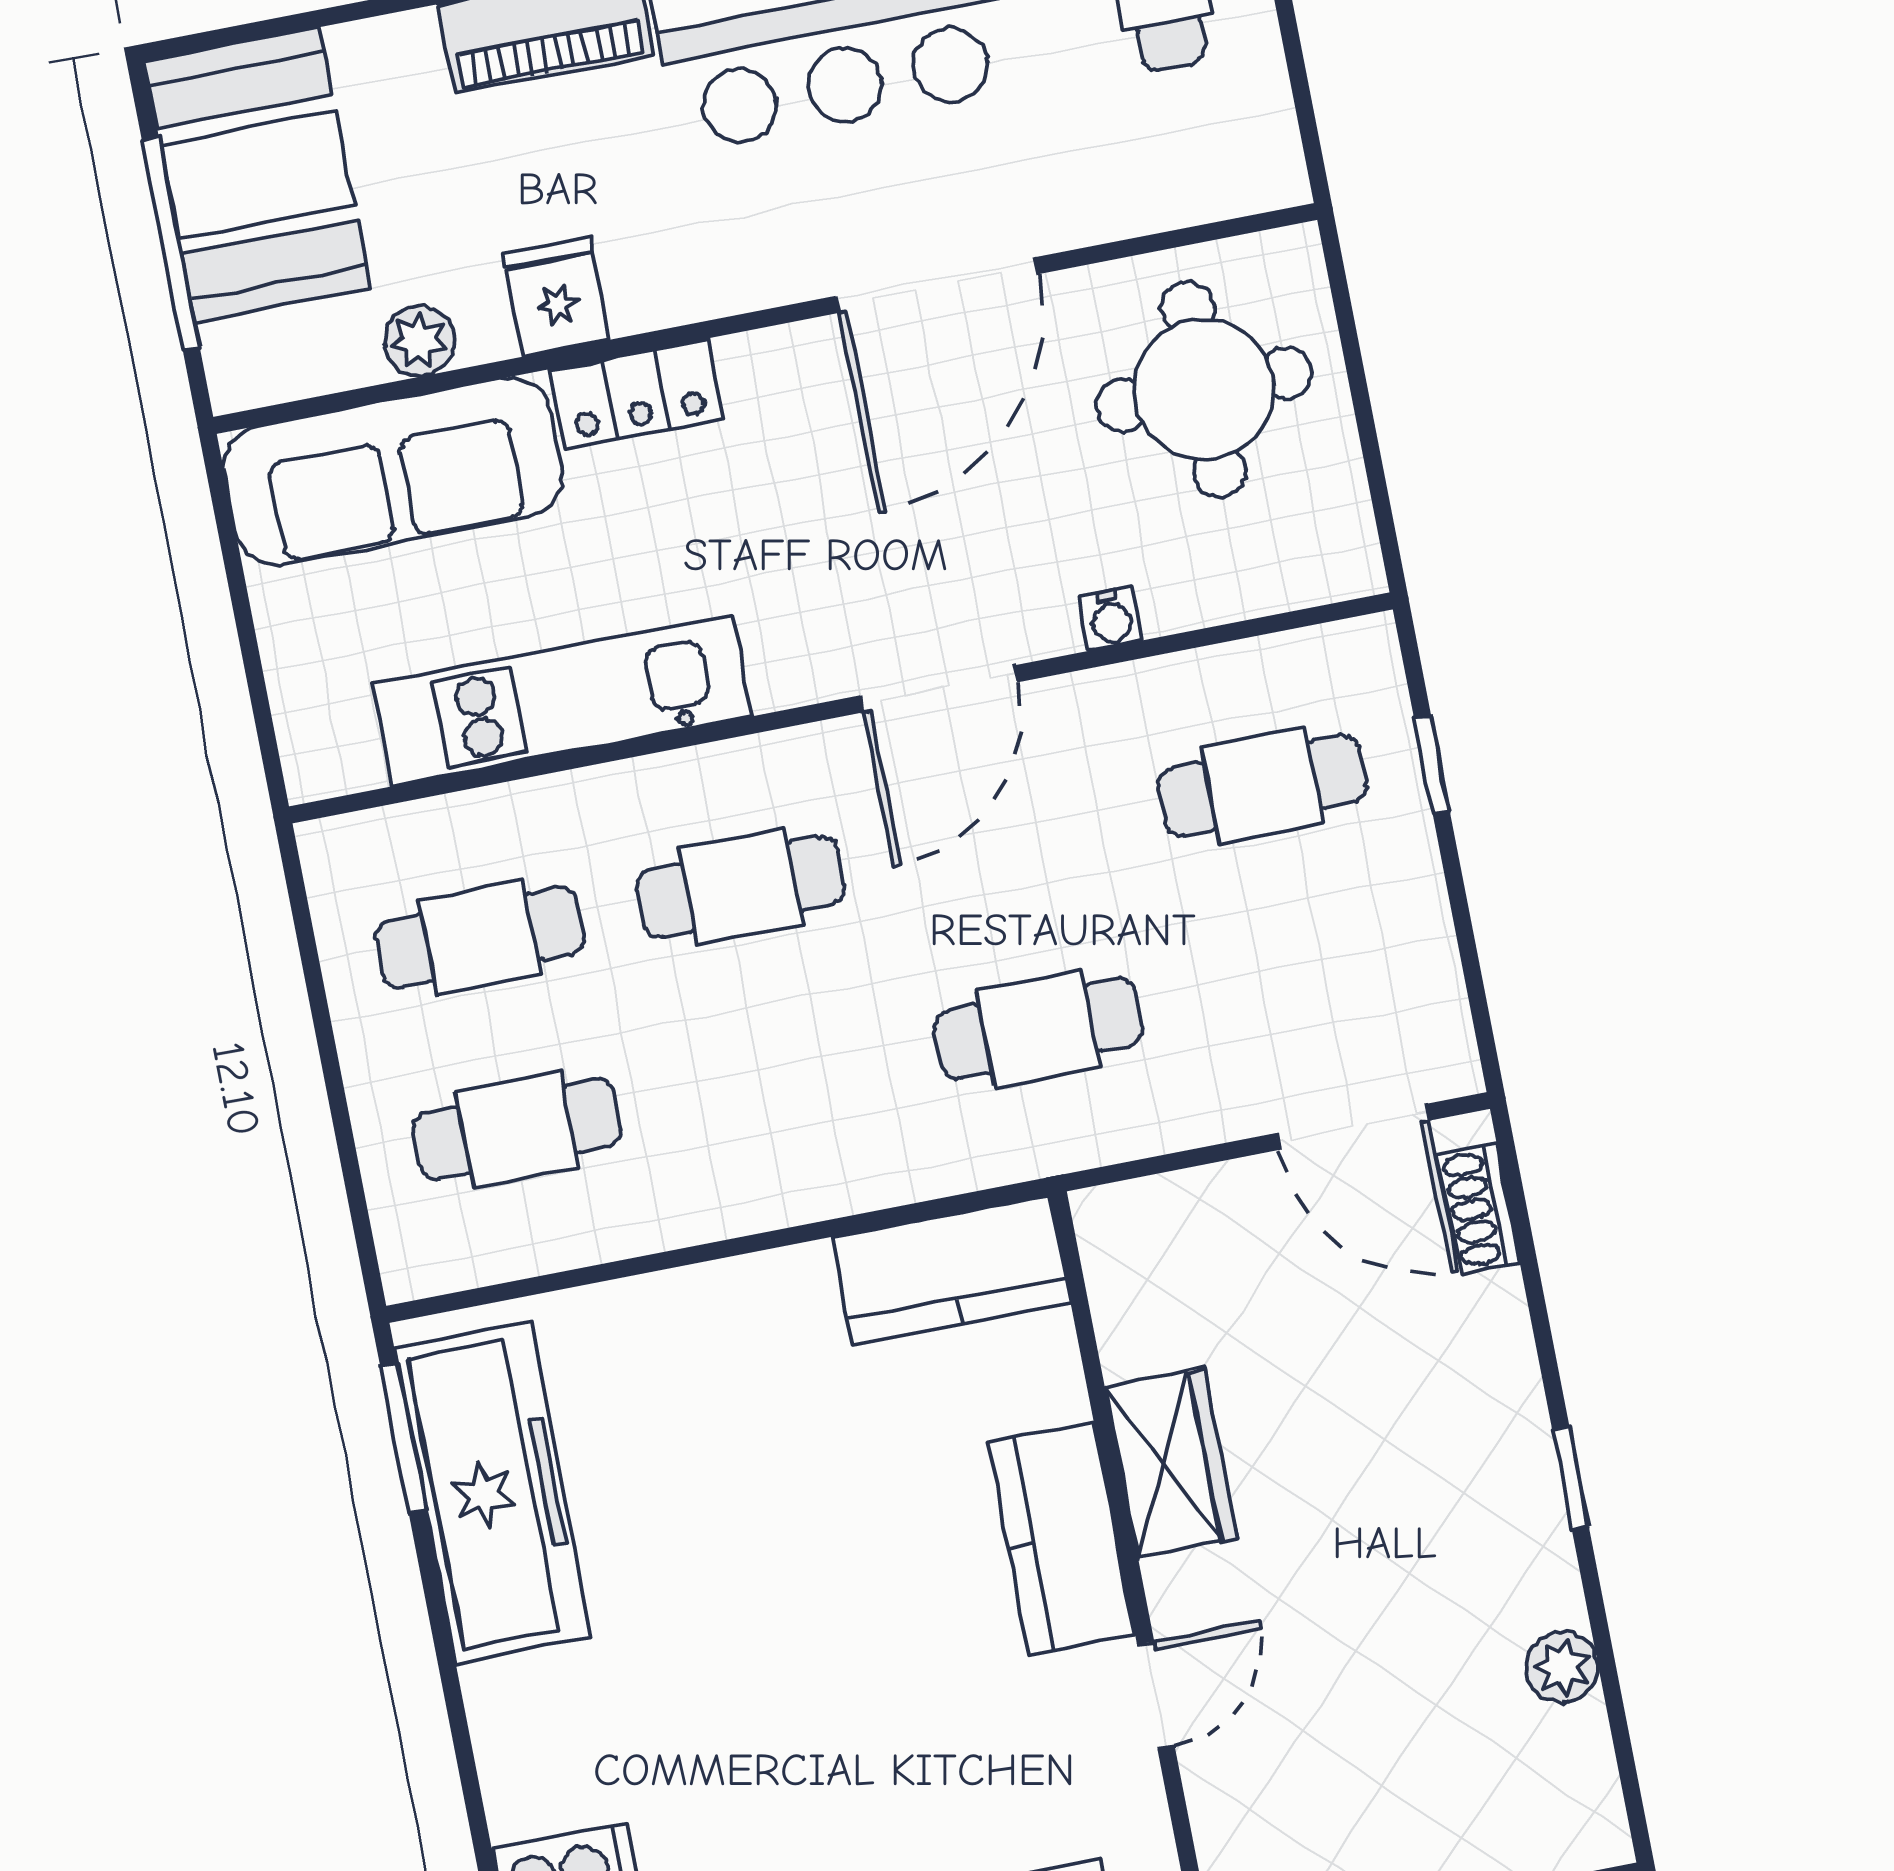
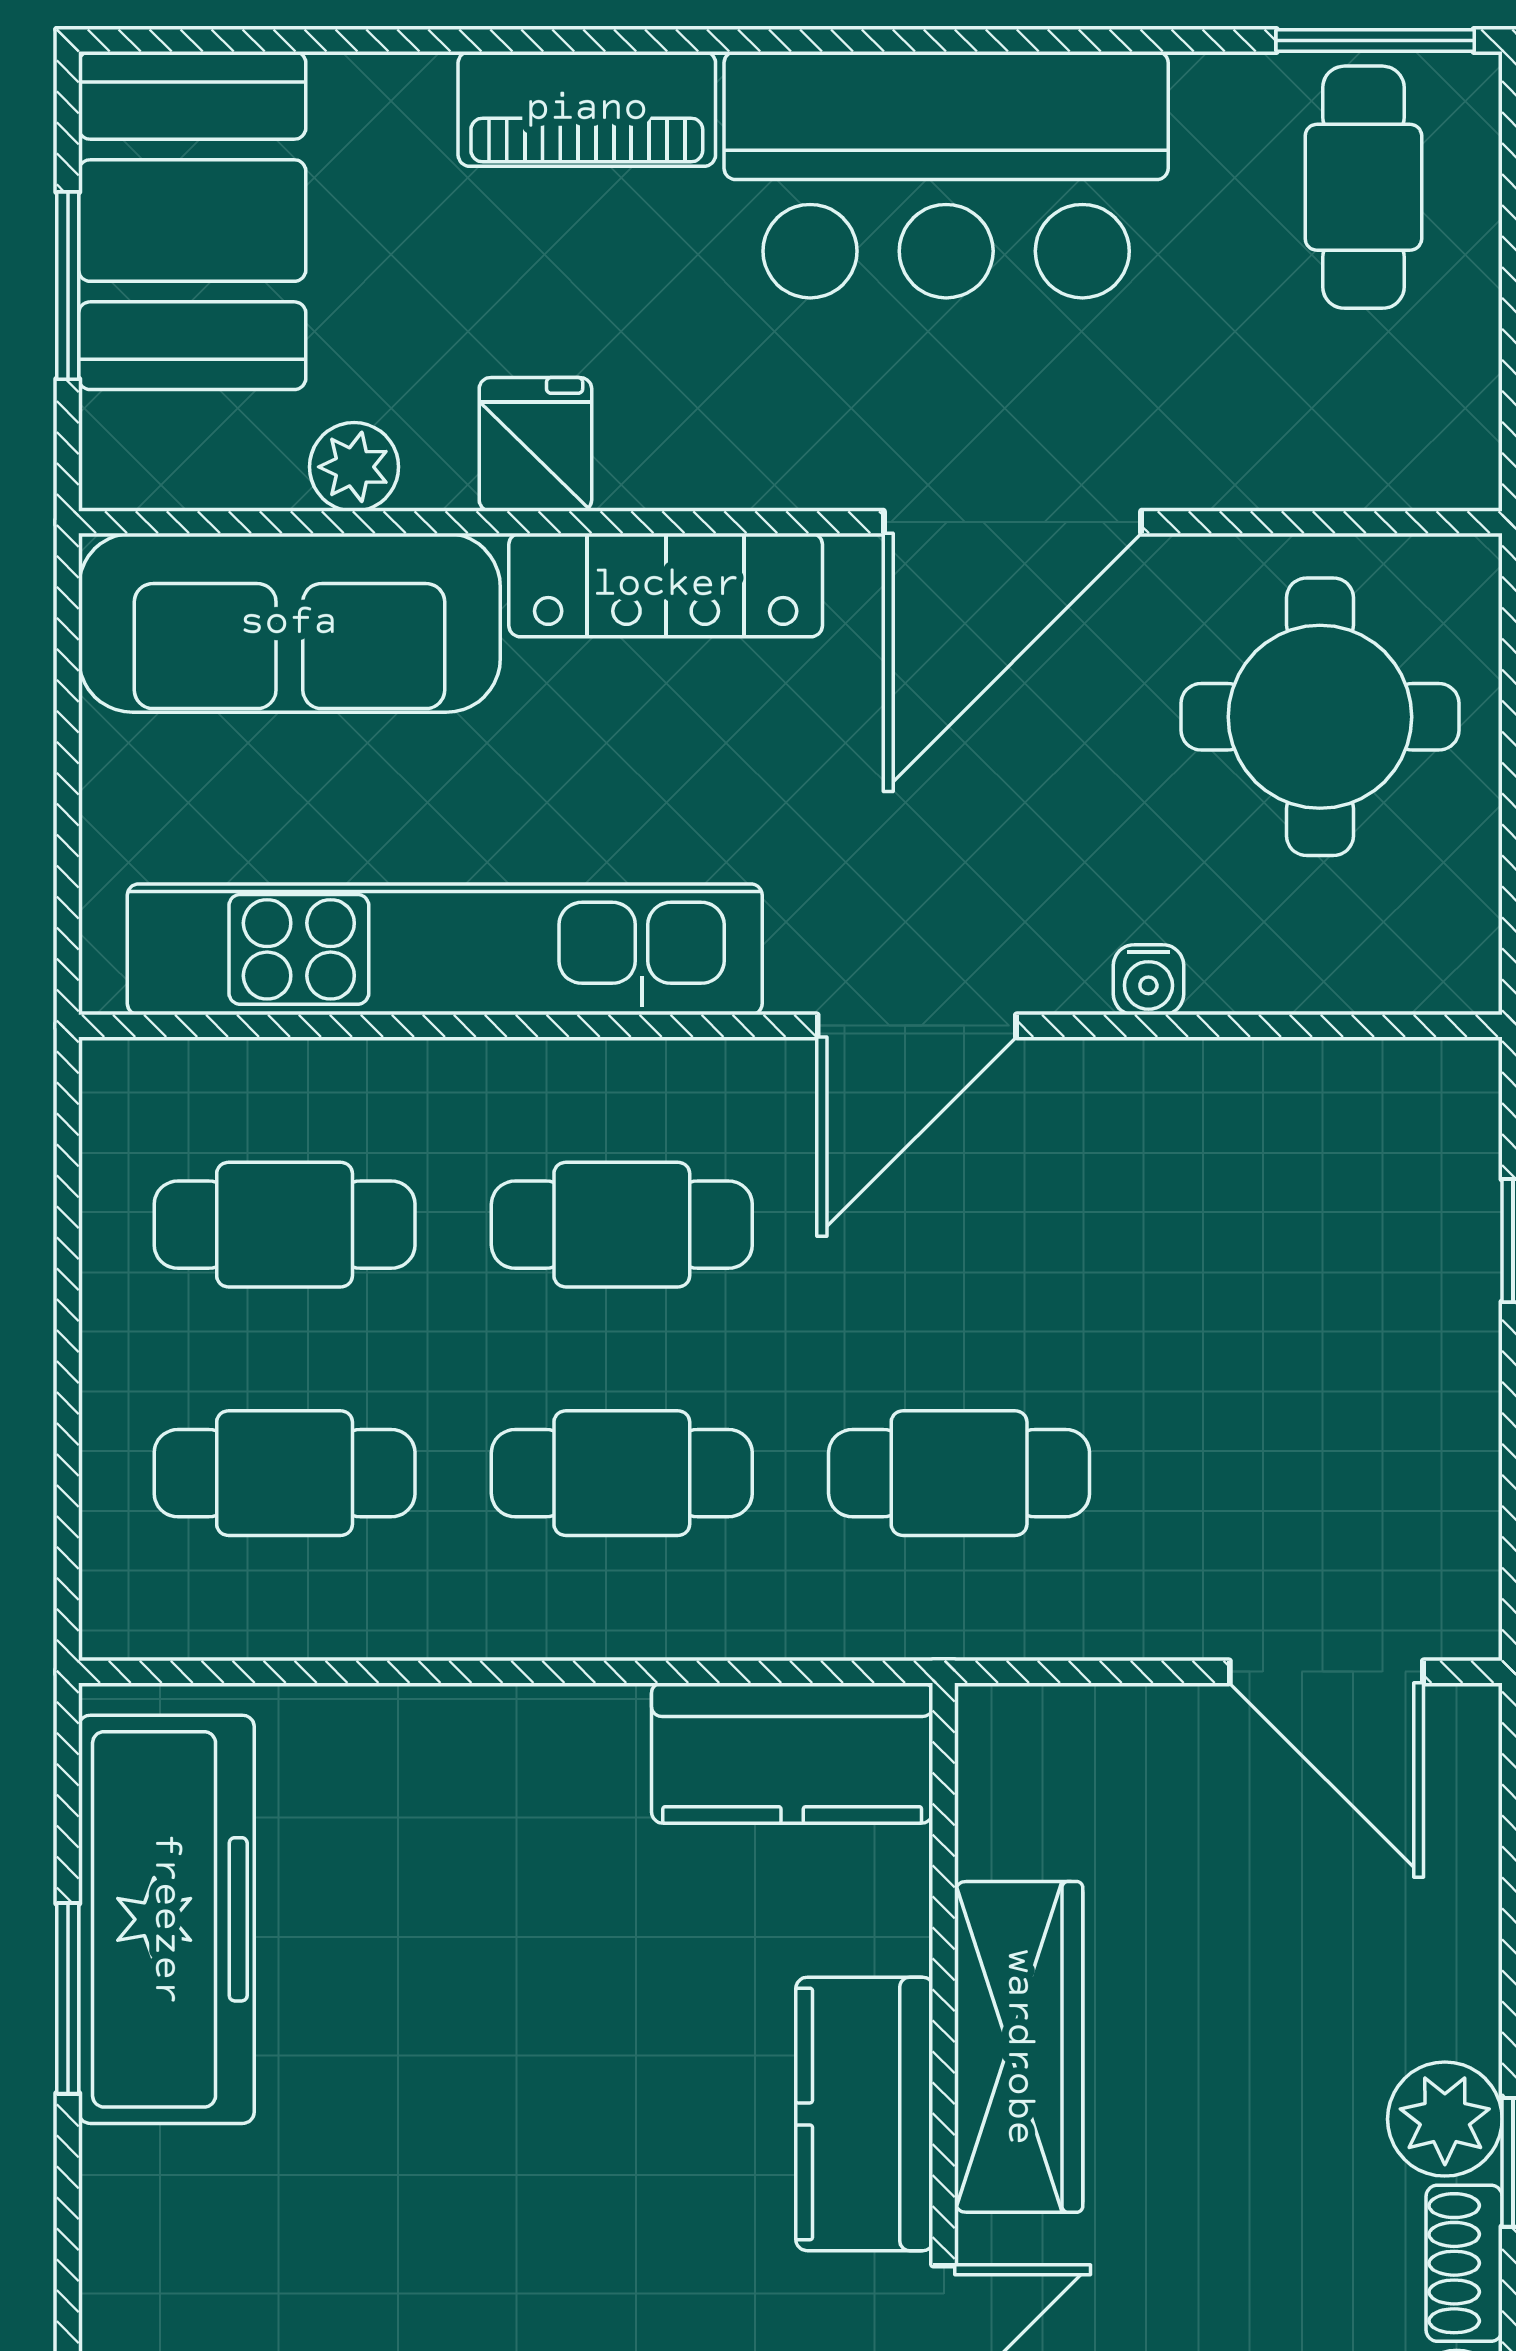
window: (171, 244) -> (68, 286), width x0.69
locker: (636, 394) -> (666, 585), width x1.53
kitchen unit: (562, 701) -> (445, 949), width x1.36
cafe table: (1262, 786) -> (622, 1473), moved
shoe rack: (1479, 1209) -> (1464, 2263), moved
window: (403, 1438) -> (68, 1998), moved
plant: (1511, 1455) -> (1445, 2119), added
wardrobe: (1171, 1463) -> (1019, 2047), width x1.50

